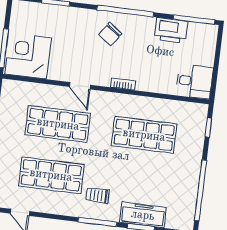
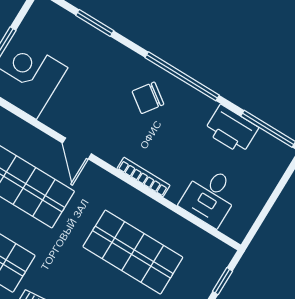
desk: (194, 81) -> (210, 196), moved, turned 90
bookcase: (123, 84) -> (144, 177), width x1.56

